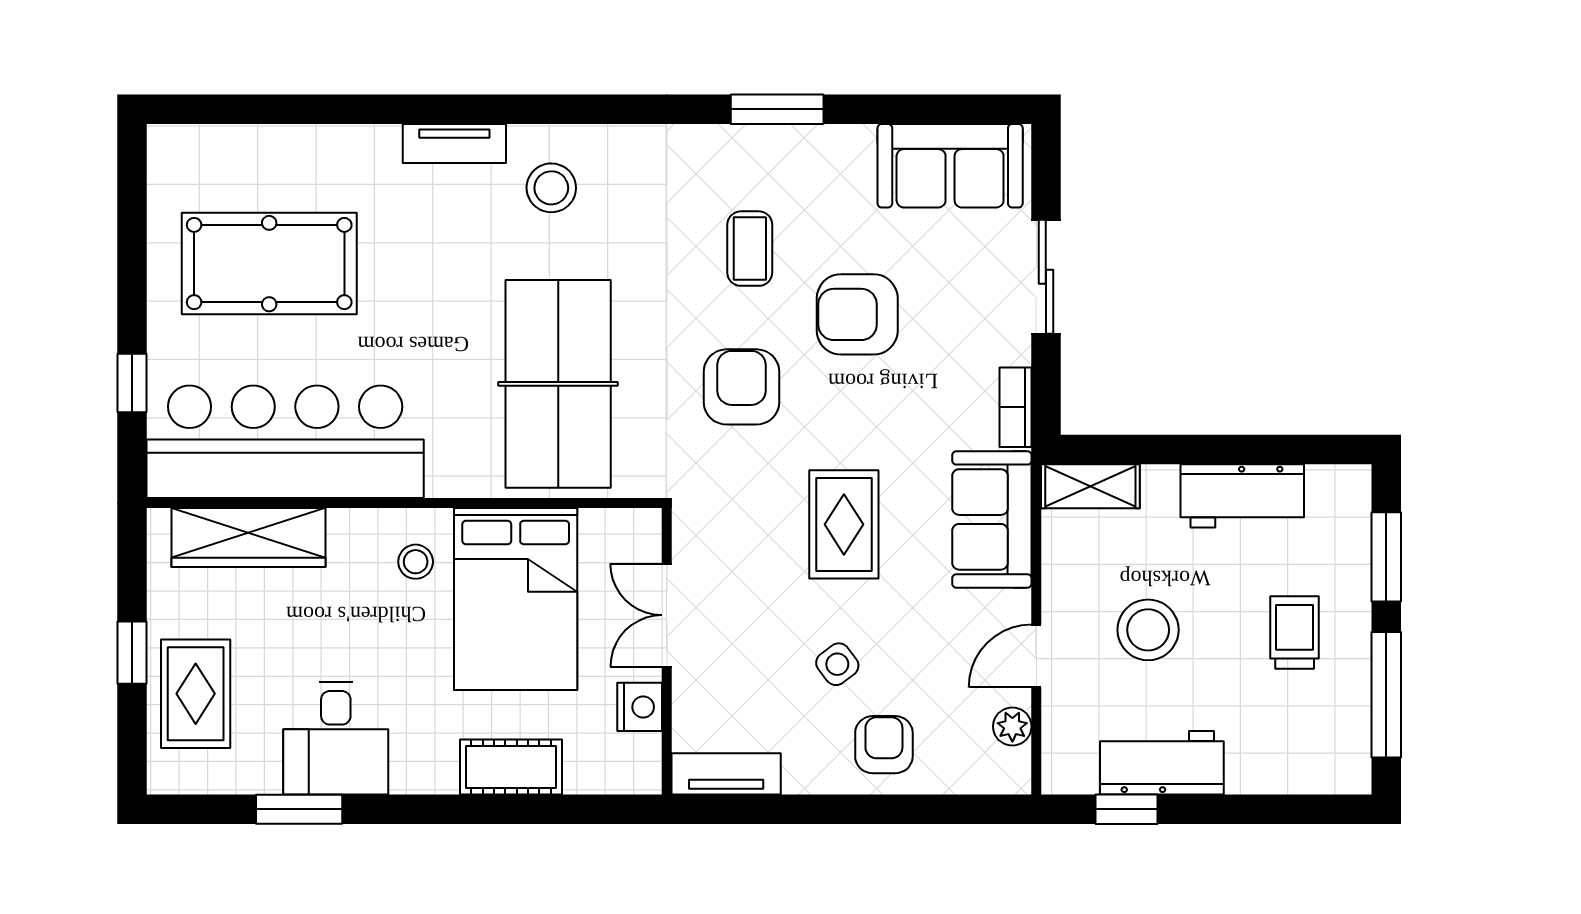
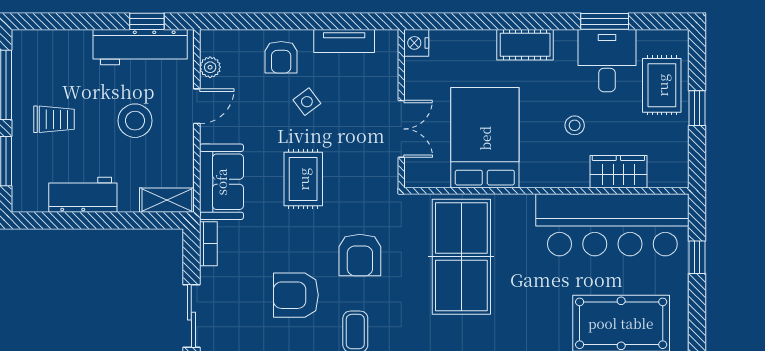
armchair: (857, 314) -> (296, 295), turned 180
wardrobe: (249, 538) -> (618, 172), width x0.67
stool: (416, 562) -> (575, 125), moved
trolley: (1295, 632) -> (54, 119), turned -90
nightstand: (640, 707) -> (416, 43), moved
desk: (336, 738) -> (607, 61), moved
workbench: (1162, 763) -> (140, 47), width x1.38
cot: (511, 767) -> (525, 45), moved
tv unit: (726, 774) -> (344, 41), moved

